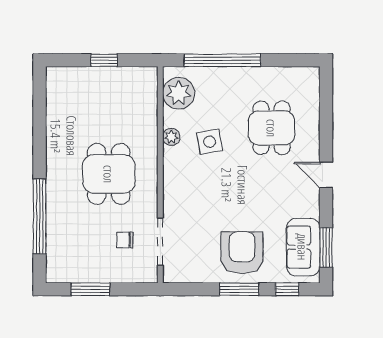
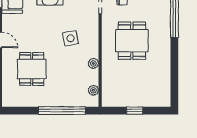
plant: (179, 93) -> (93, 90), width x0.53, depth x0.53
side table: (210, 142) -> (70, 38), moved

